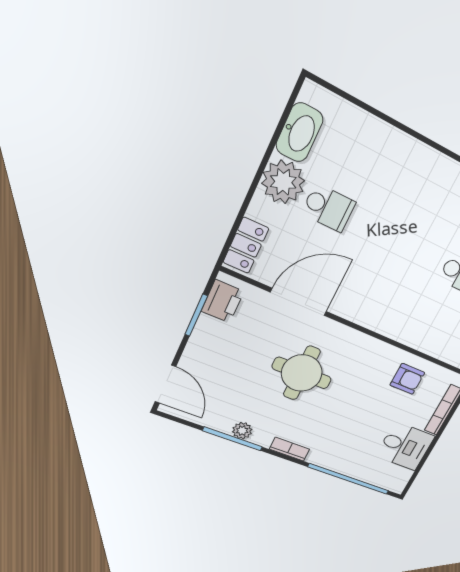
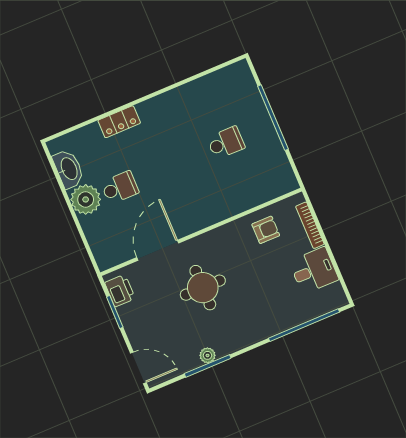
locker: (246, 245) -> (119, 122), moved, turned 90
bookcase: (290, 449) -> (247, 341), removed

